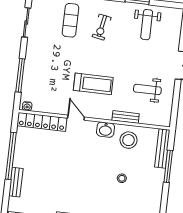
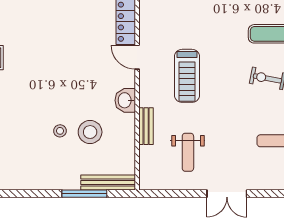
weight bench: (147, 89) -> (188, 152), turned 180
door: (76, 118) -> (137, 57), swing flipped
stool: (129, 140) -> (90, 132), moved

